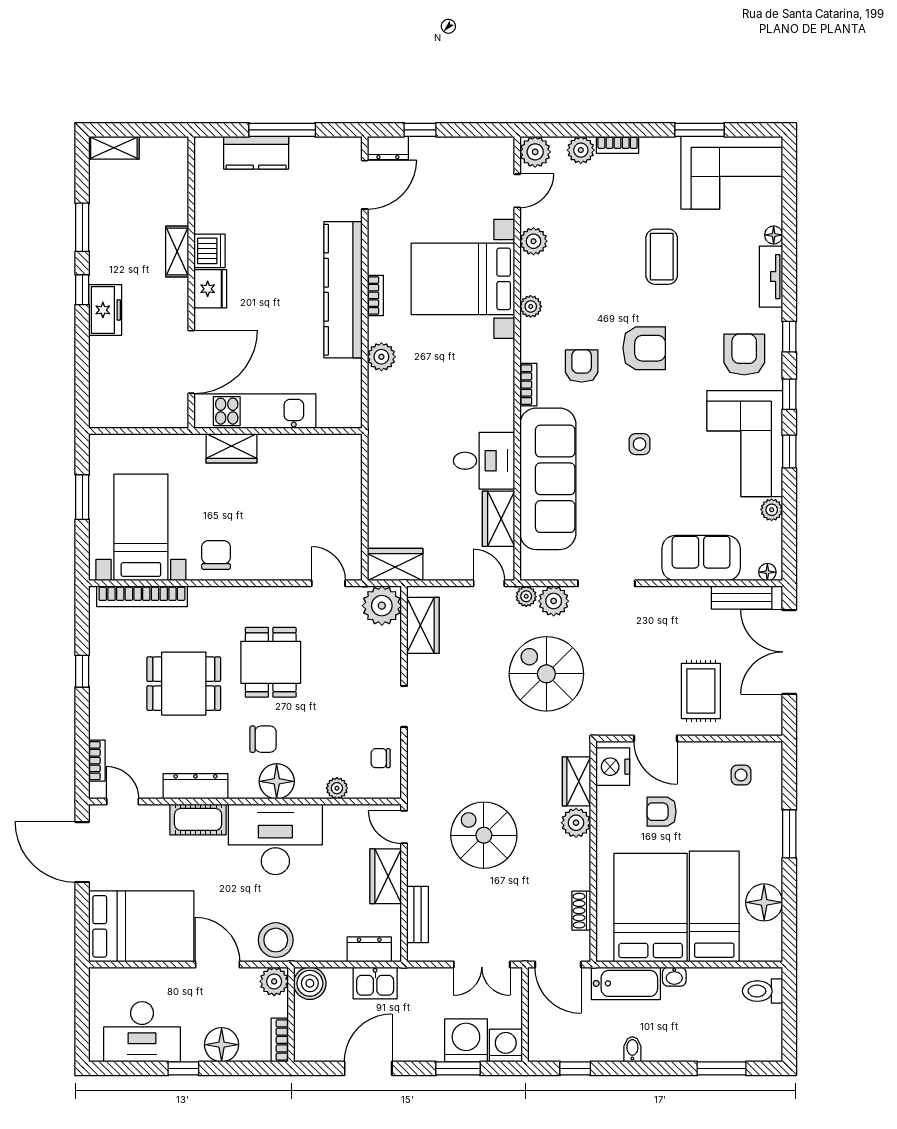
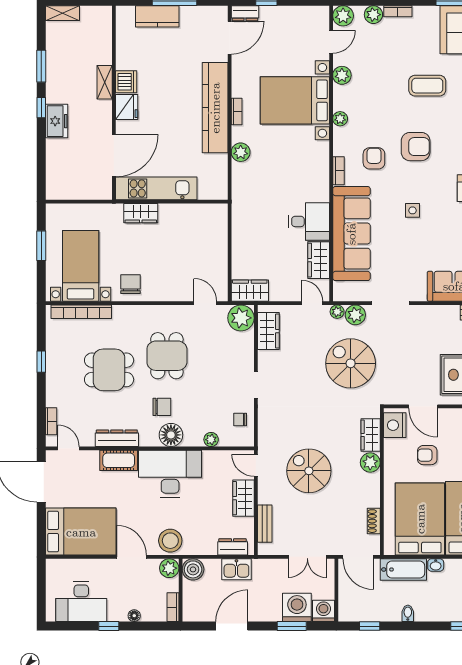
coffee table: (662, 257) -> (427, 86), turned 90
floor lamp: (222, 1045) -> (134, 616), width x0.53, depth x0.53

